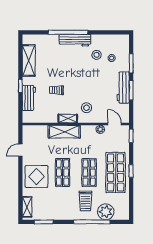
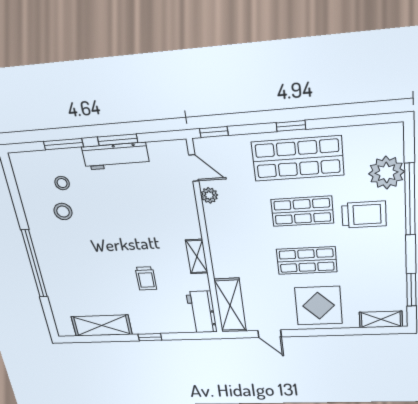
workbench: (75, 40) -> (46, 251), removed
workbench: (29, 98) -> (202, 312), moved, turned -90
stool: (86, 108) -> (170, 224), removed
door: (115, 124) -> (194, 168), swing flipped
shelving: (64, 132) -> (230, 305), moved

